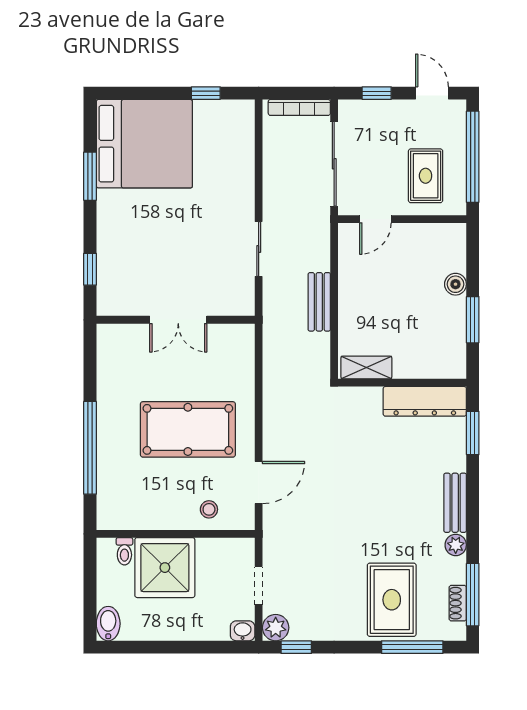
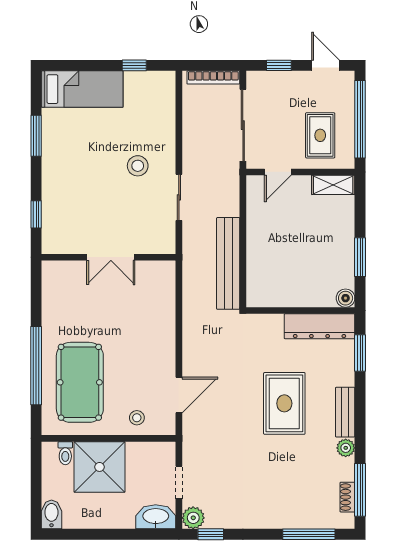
bed: (144, 144) -> (82, 89), width x0.49
stool: (210, 212) -> (138, 166), added
boiler: (455, 284) -> (346, 298), moved
bench: (319, 302) -> (228, 263), width x1.86, depth x1.21
shelving: (366, 367) -> (333, 185), moved
pool table: (188, 429) -> (80, 382), moved, turned 90
rug: (392, 600) -> (284, 403), moved
washbasin: (243, 631) -> (156, 517), width x1.91, depth x1.45

